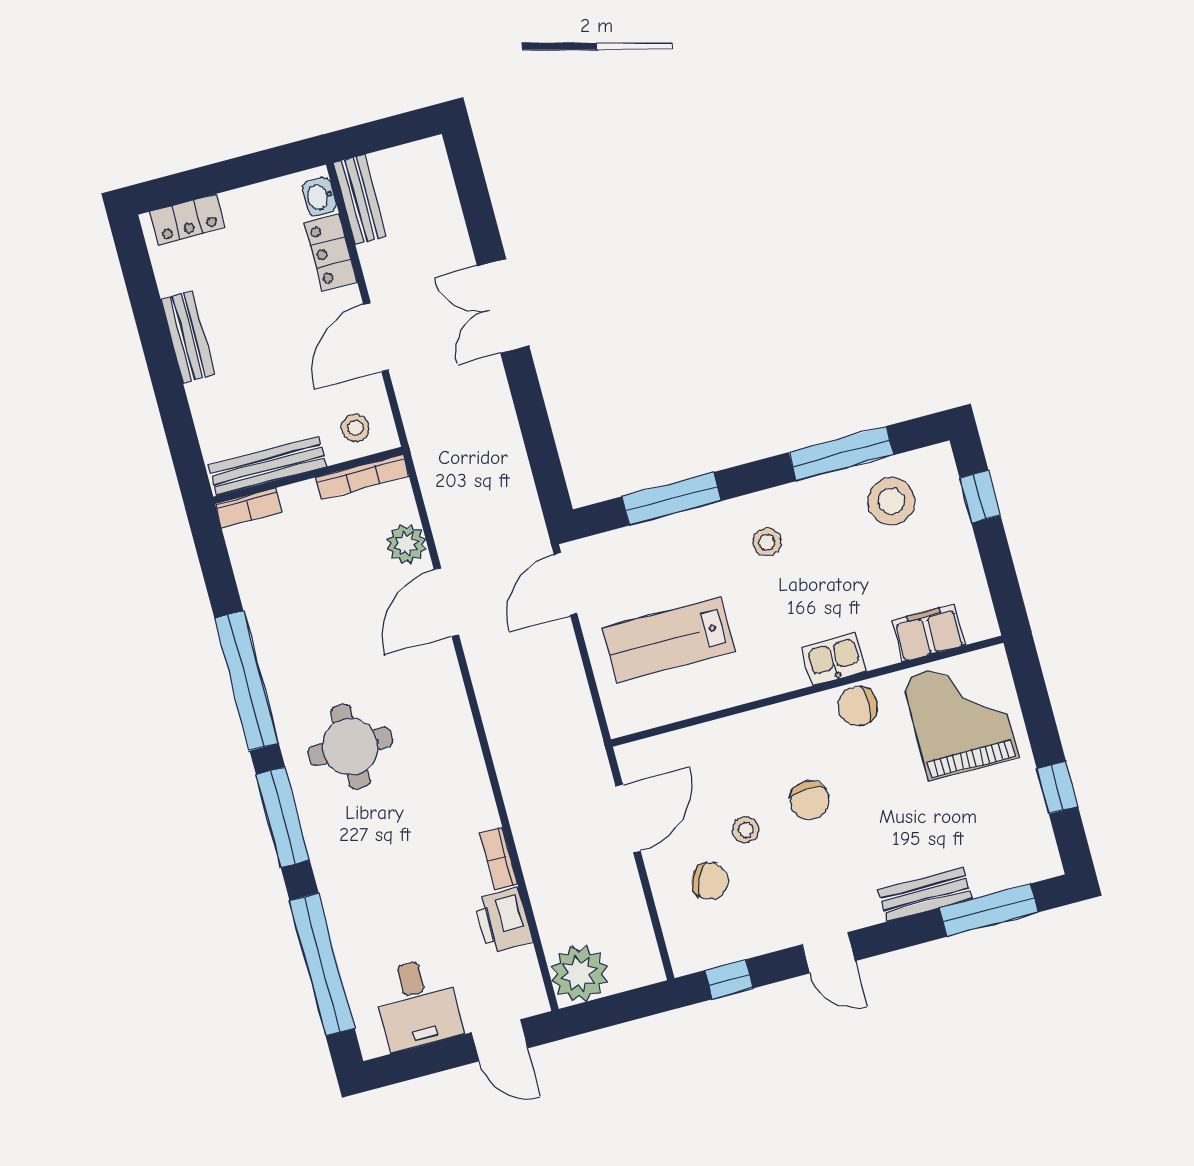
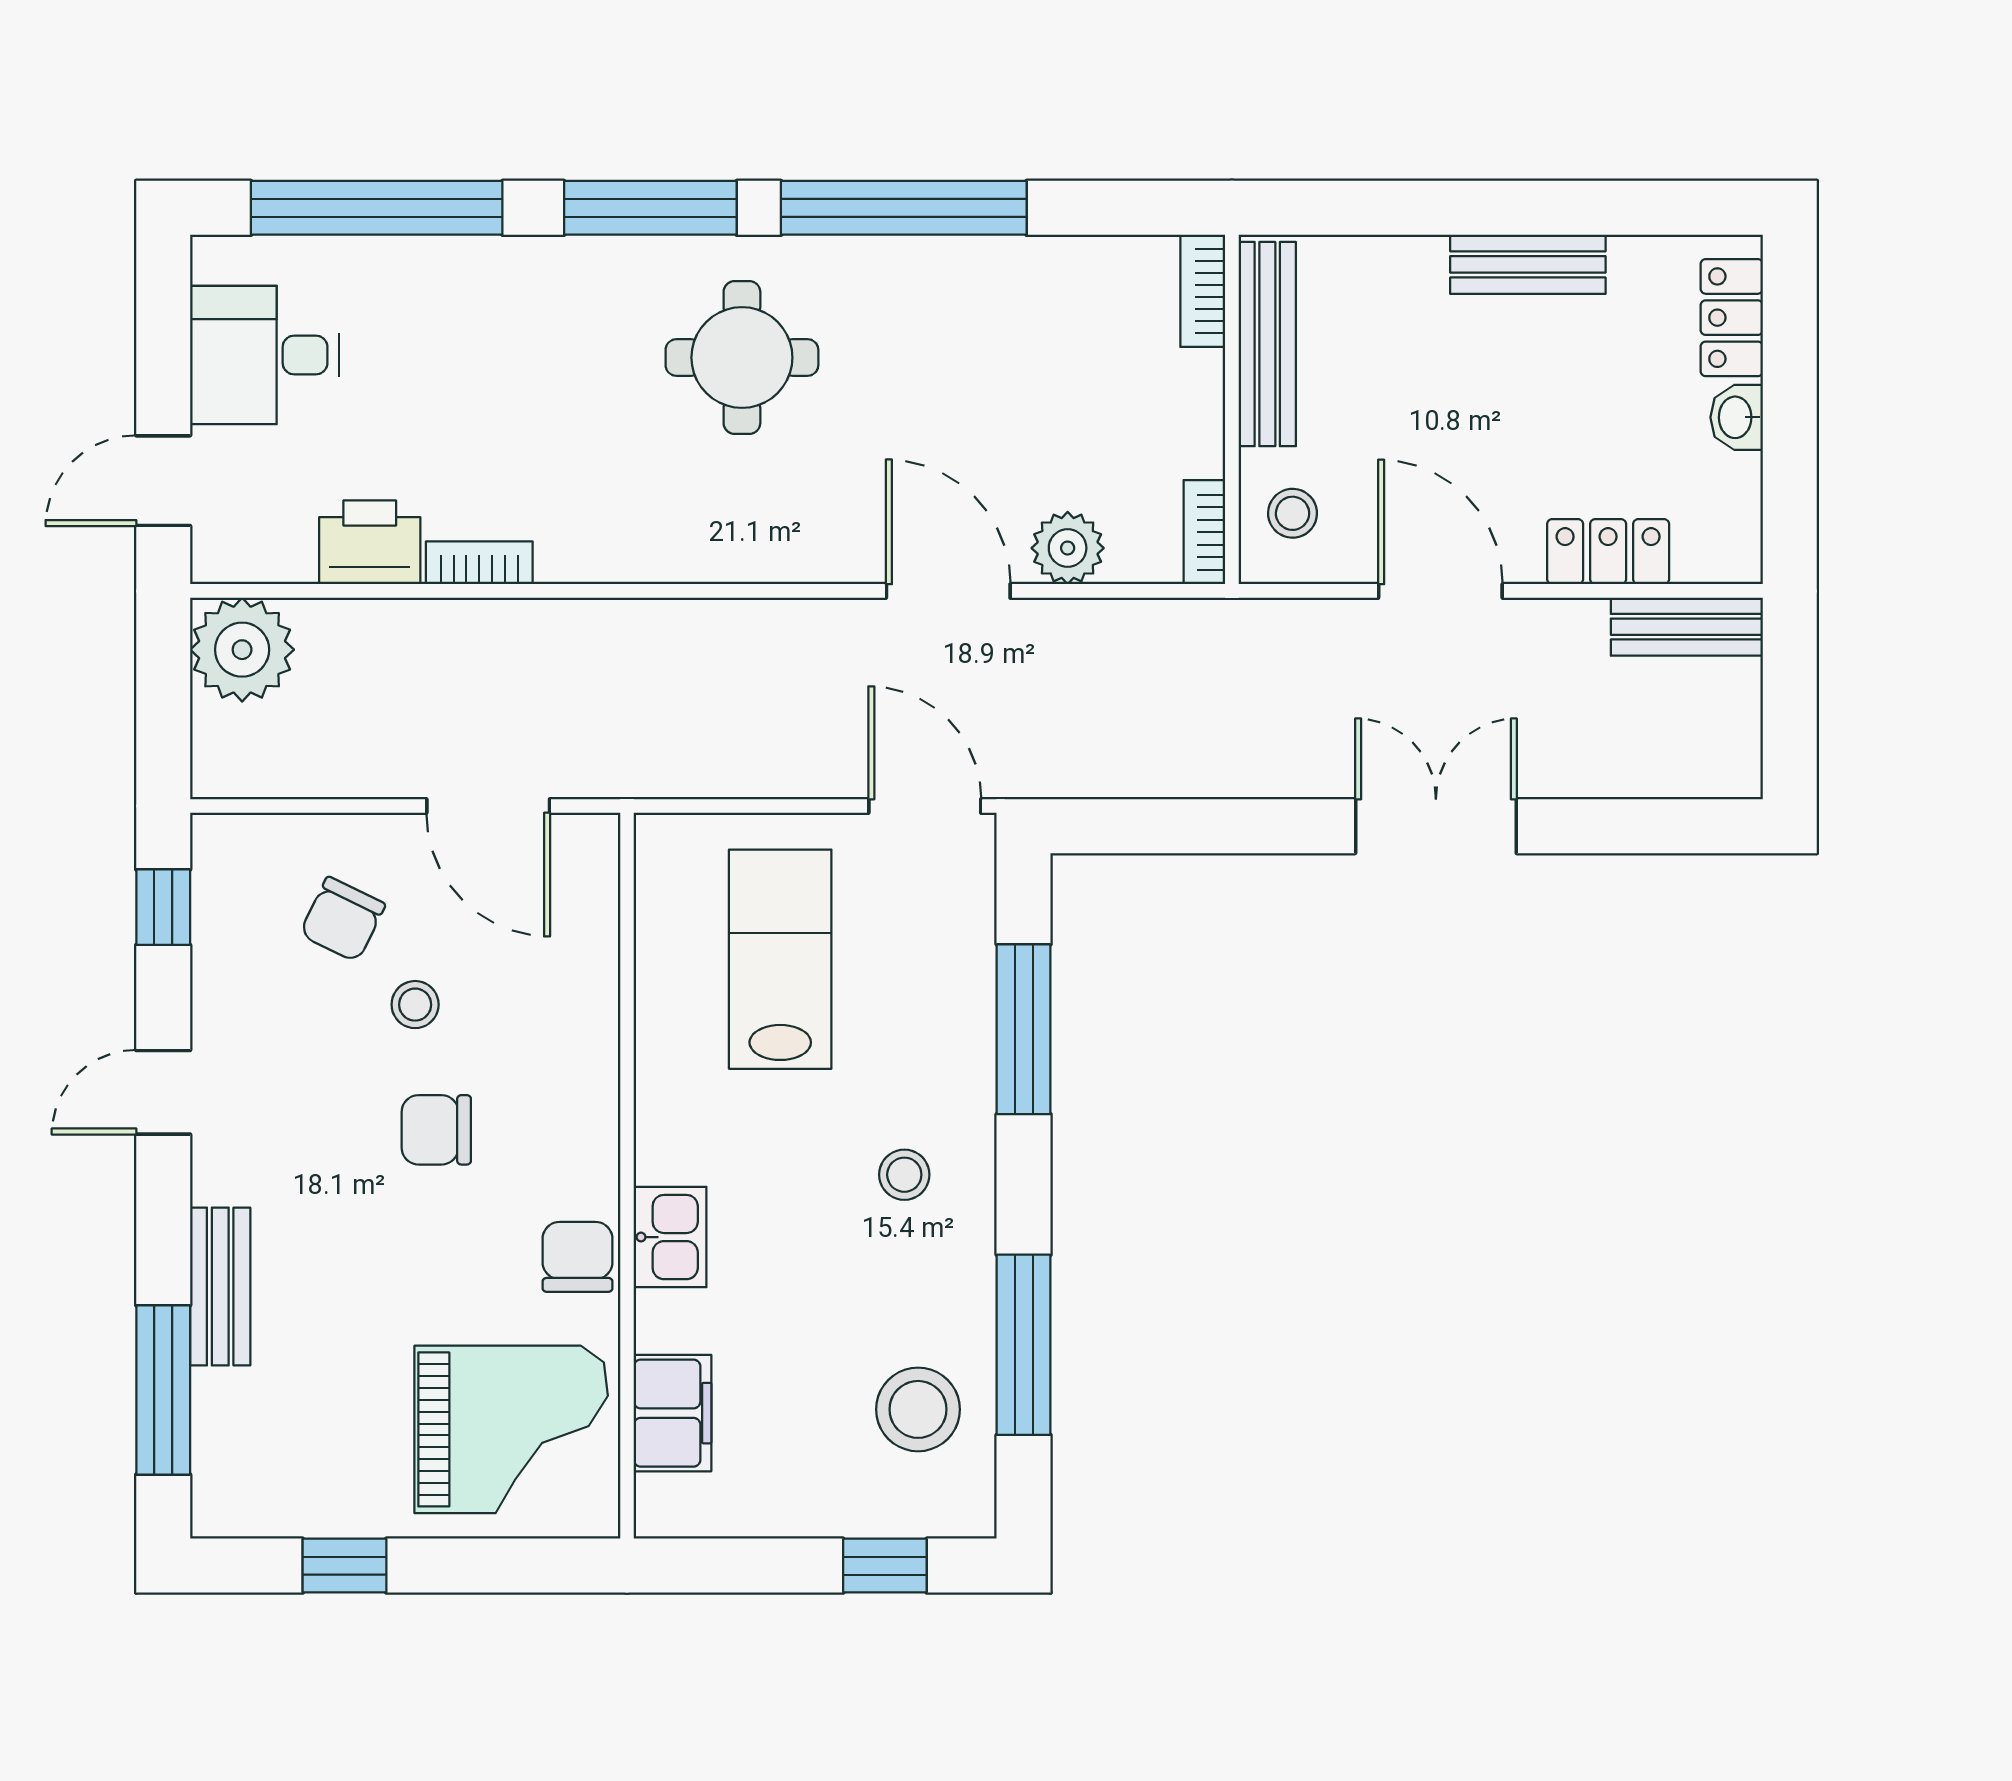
washbasin: (320, 197) -> (1737, 417), moved, turned -90
bookcase: (362, 477) -> (1204, 532), width x0.64

